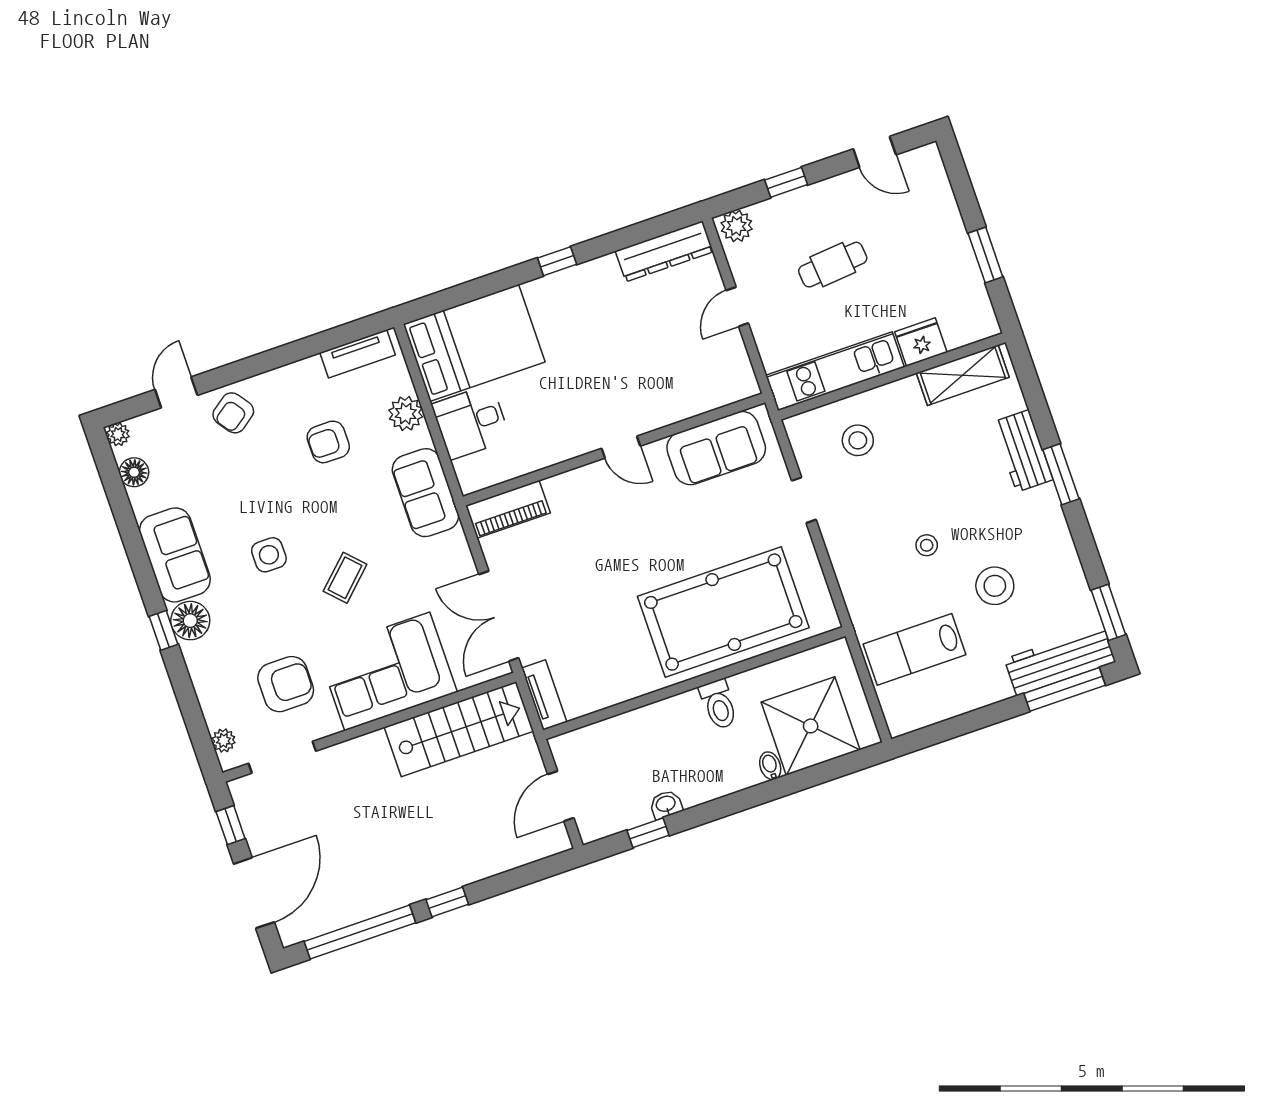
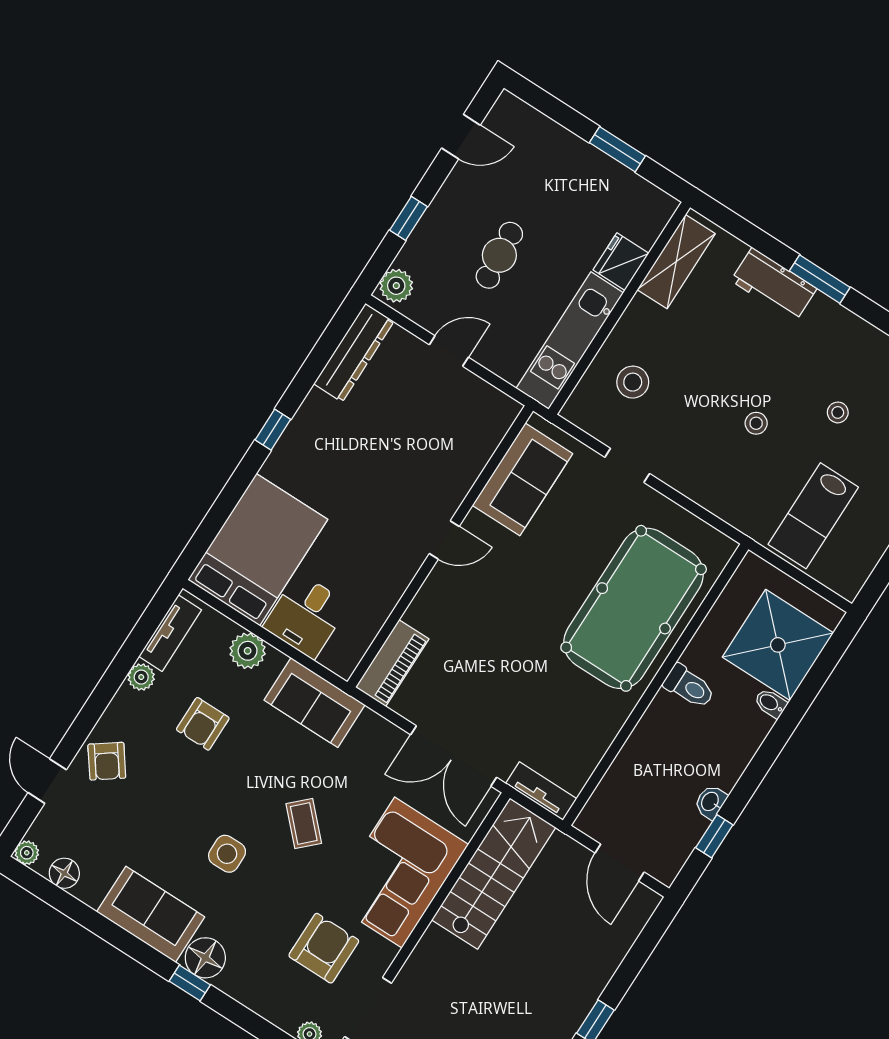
door: (737, 307) -> (449, 351), swing flipped
plant: (310, 370) -> (141, 677), added
stool: (995, 586) -> (838, 412), width x0.53, depth x0.53

